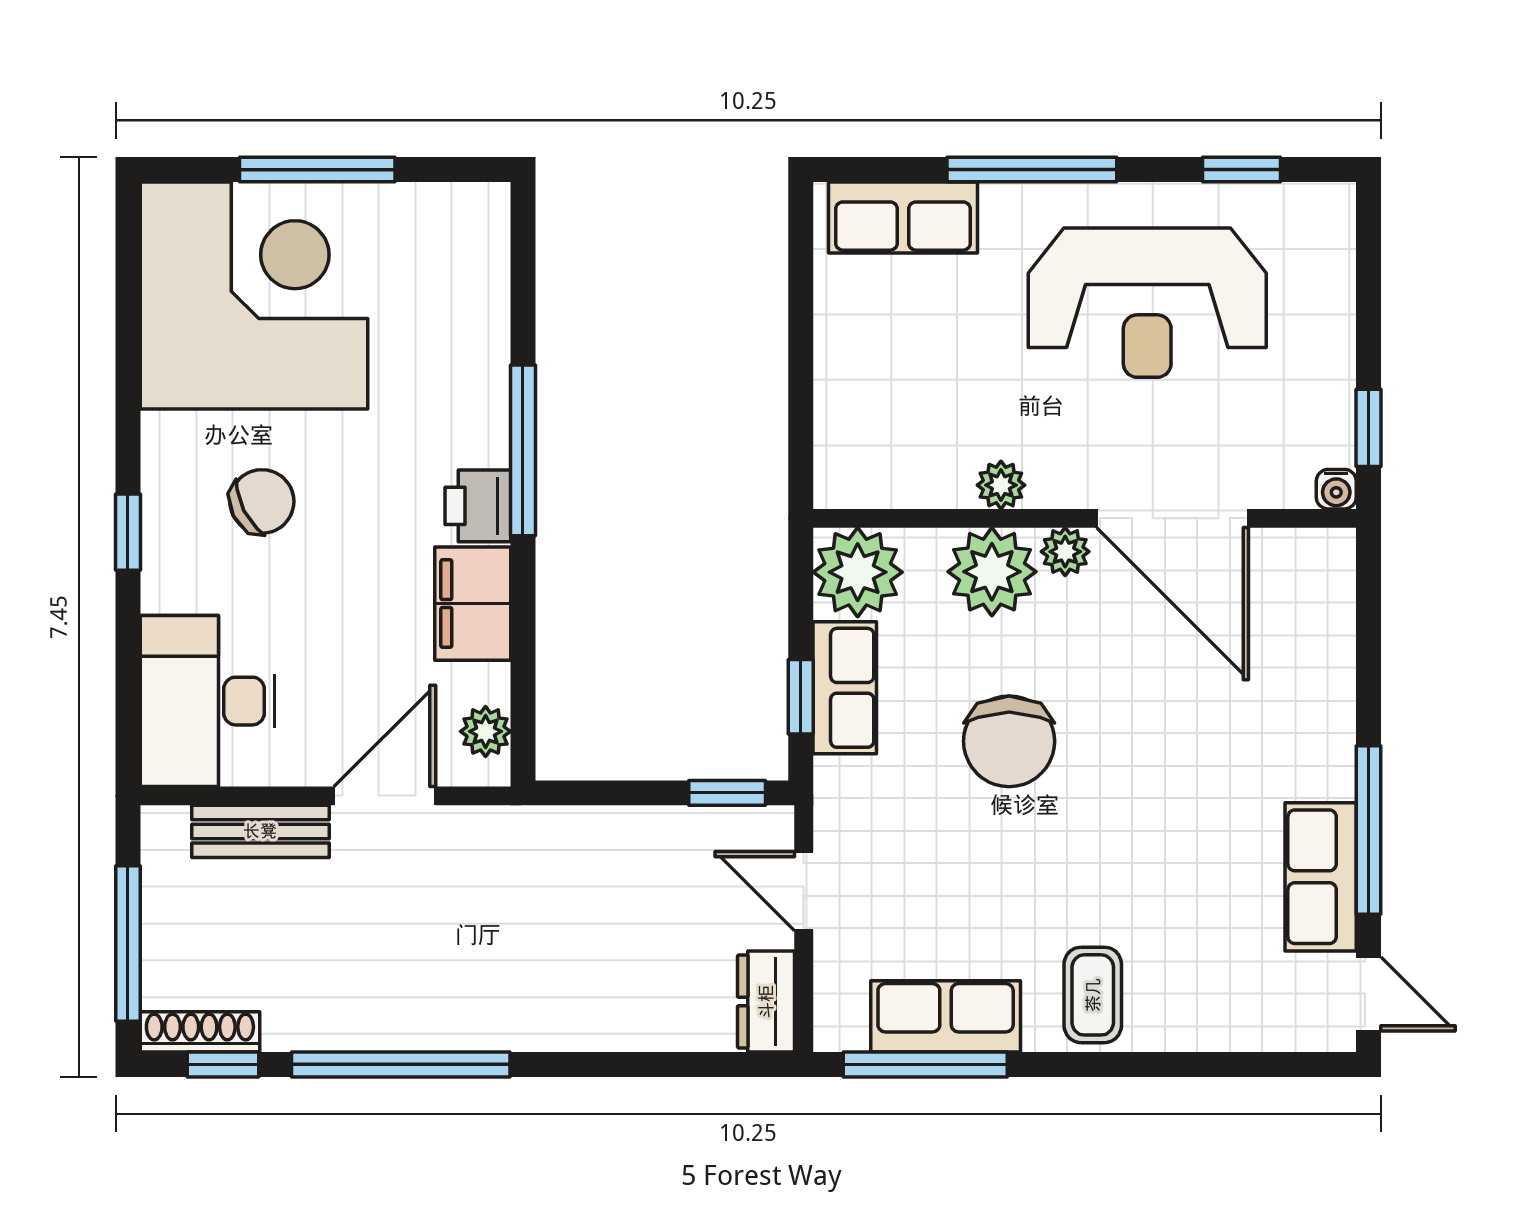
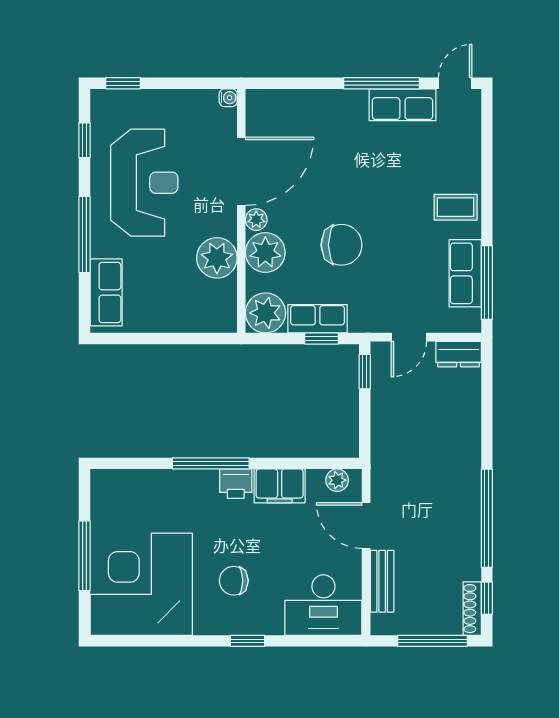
window: (1368, 428) -> (123, 83), moved
plant: (1001, 485) -> (217, 258), width x1.88, depth x1.88
chair: (262, 501) -> (234, 581), turned -63

